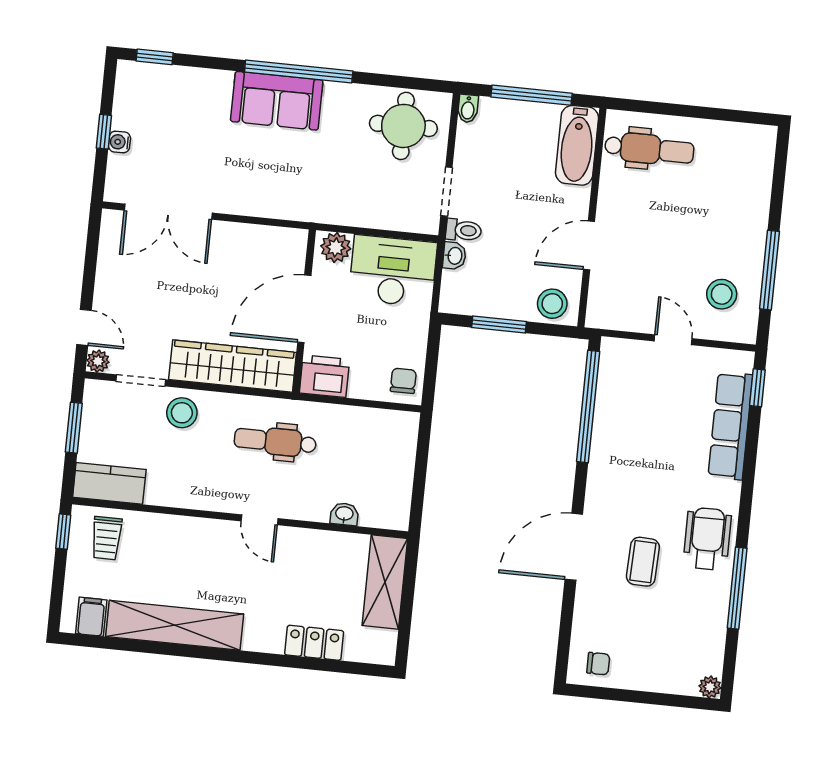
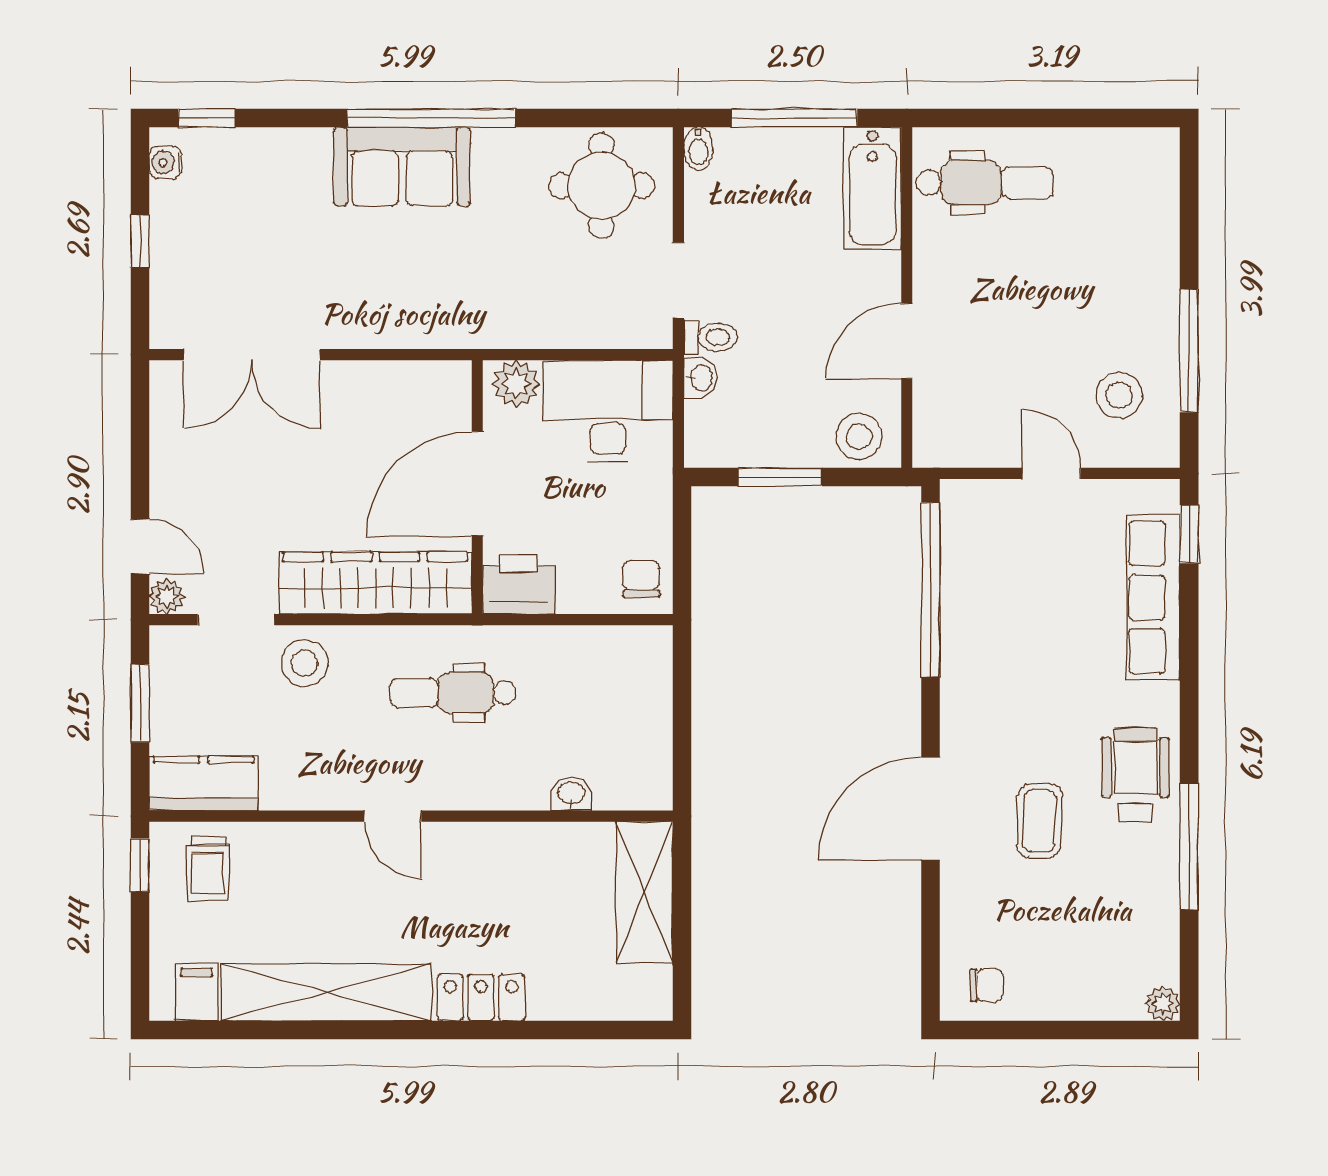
water cooler: (119, 142) -> (166, 162), moved
door: (259, 520) -> (393, 816), moved
locker: (314, 643) -> (481, 997), moved

